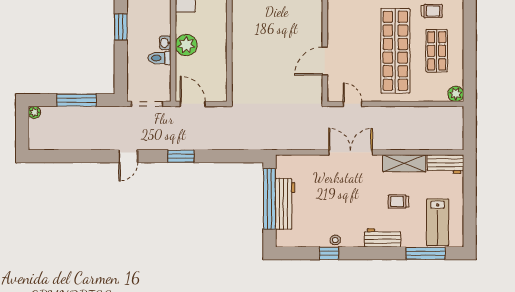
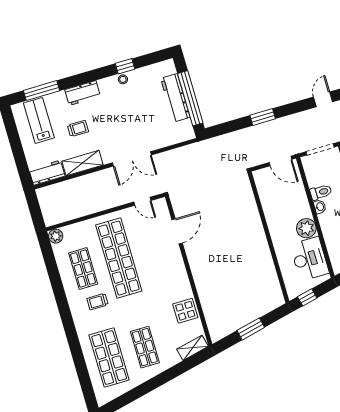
plant: (186, 45) -> (306, 228), moved
window: (181, 156) -> (263, 117), moved

